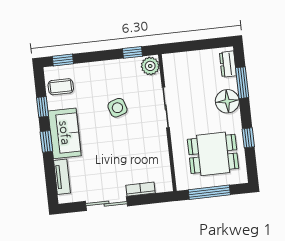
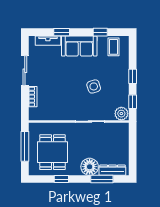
window: (63, 60) -> (133, 76), moved
dresser: (228, 64) -> (112, 170), width x1.44
window: (46, 141) -> (62, 32), moved

